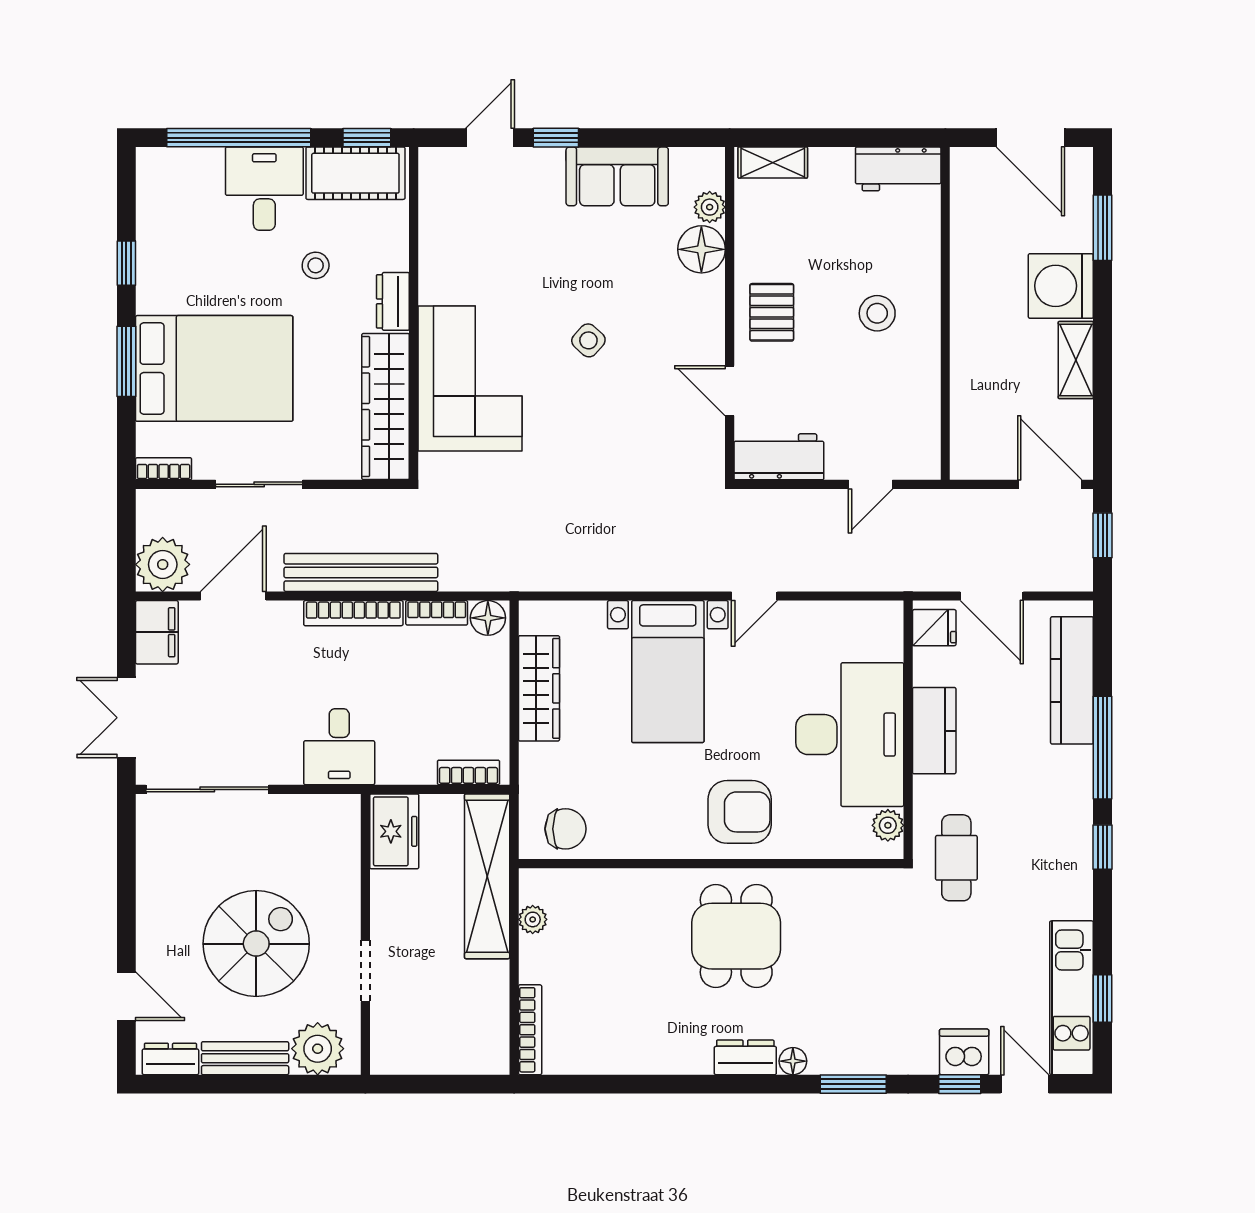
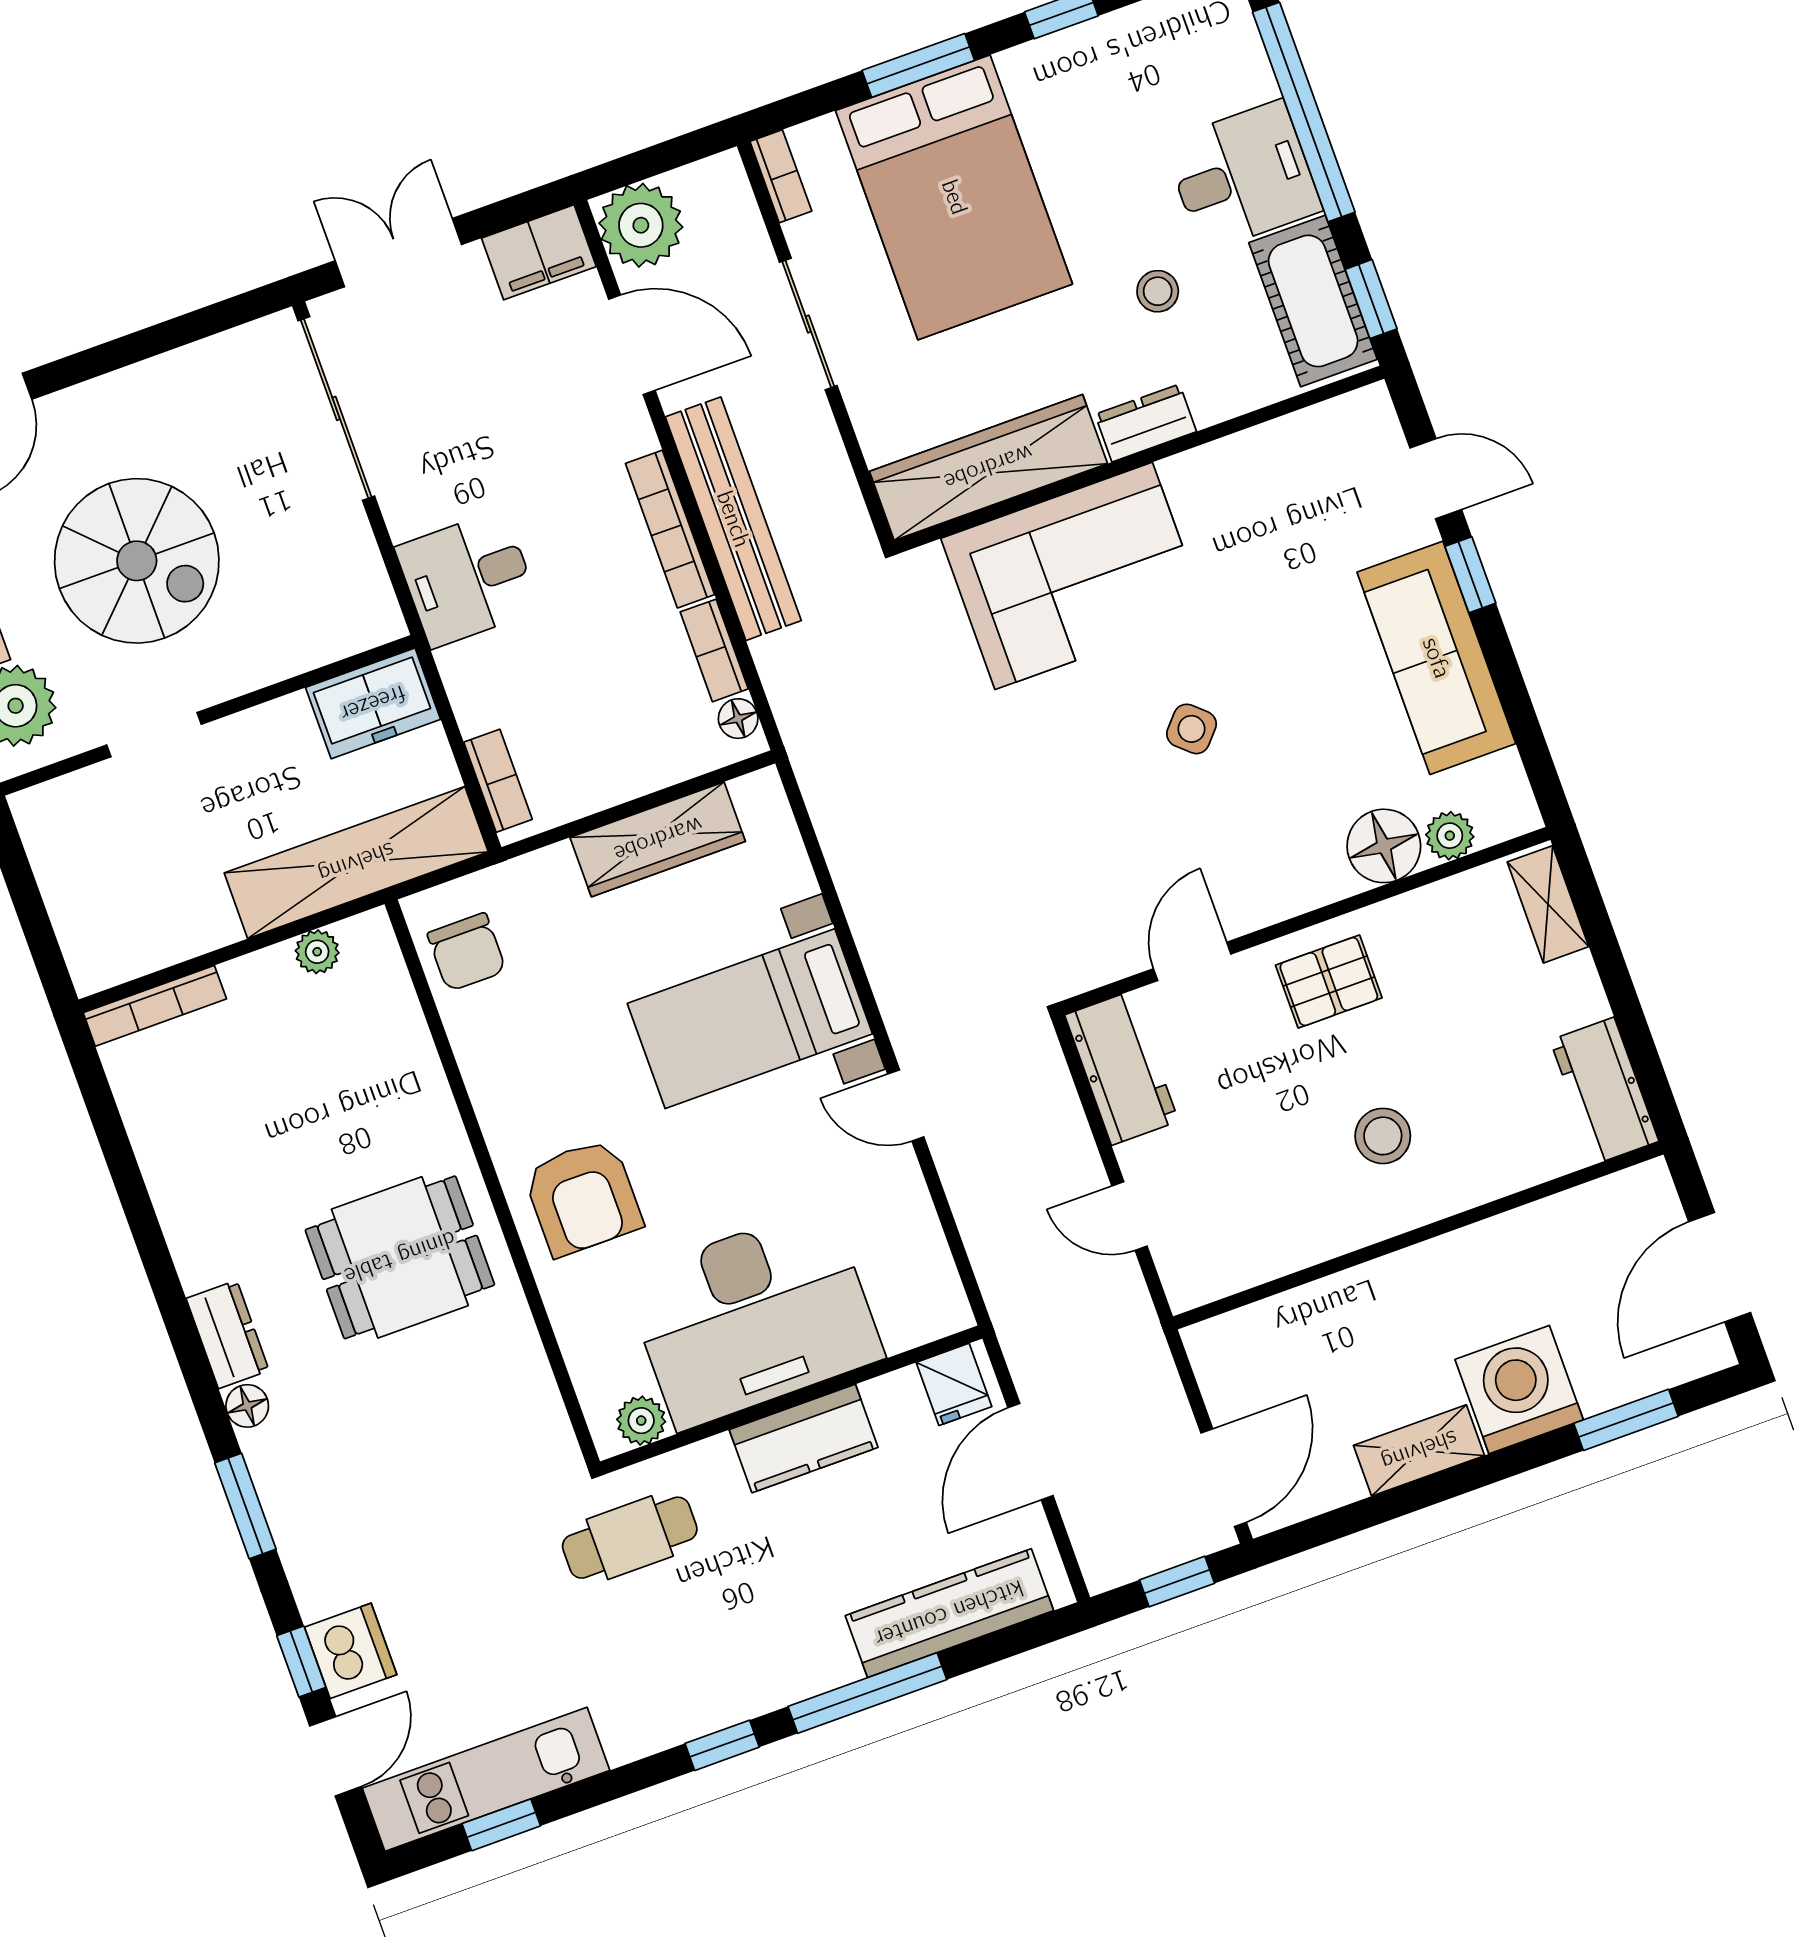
sofa: (617, 176) -> (1436, 658), width x1.36
floor lamp: (488, 618) -> (738, 719), width x0.73, depth x0.73

